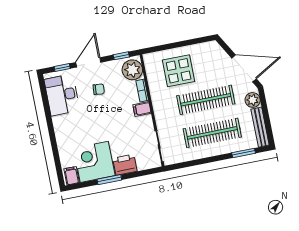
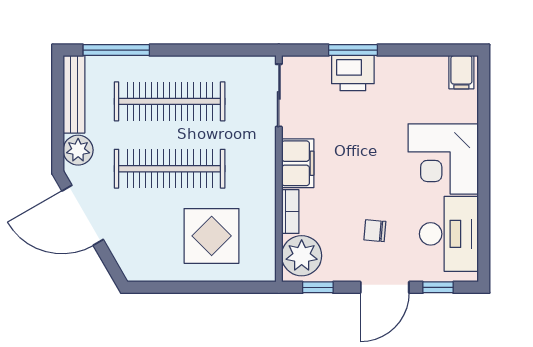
filing cabinet: (142, 109) -> (298, 163), width x2.00
window: (244, 153) -> (116, 50), width x1.44
corner desk: (94, 162) -> (443, 159), moved, turned 90
window: (109, 180) -> (353, 50), moved

